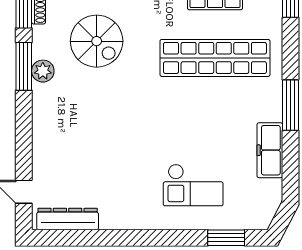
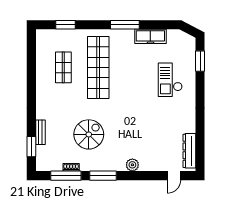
plant: (43, 71) -> (132, 165), moved
checkout: (193, 185) -> (170, 80), turned 180

